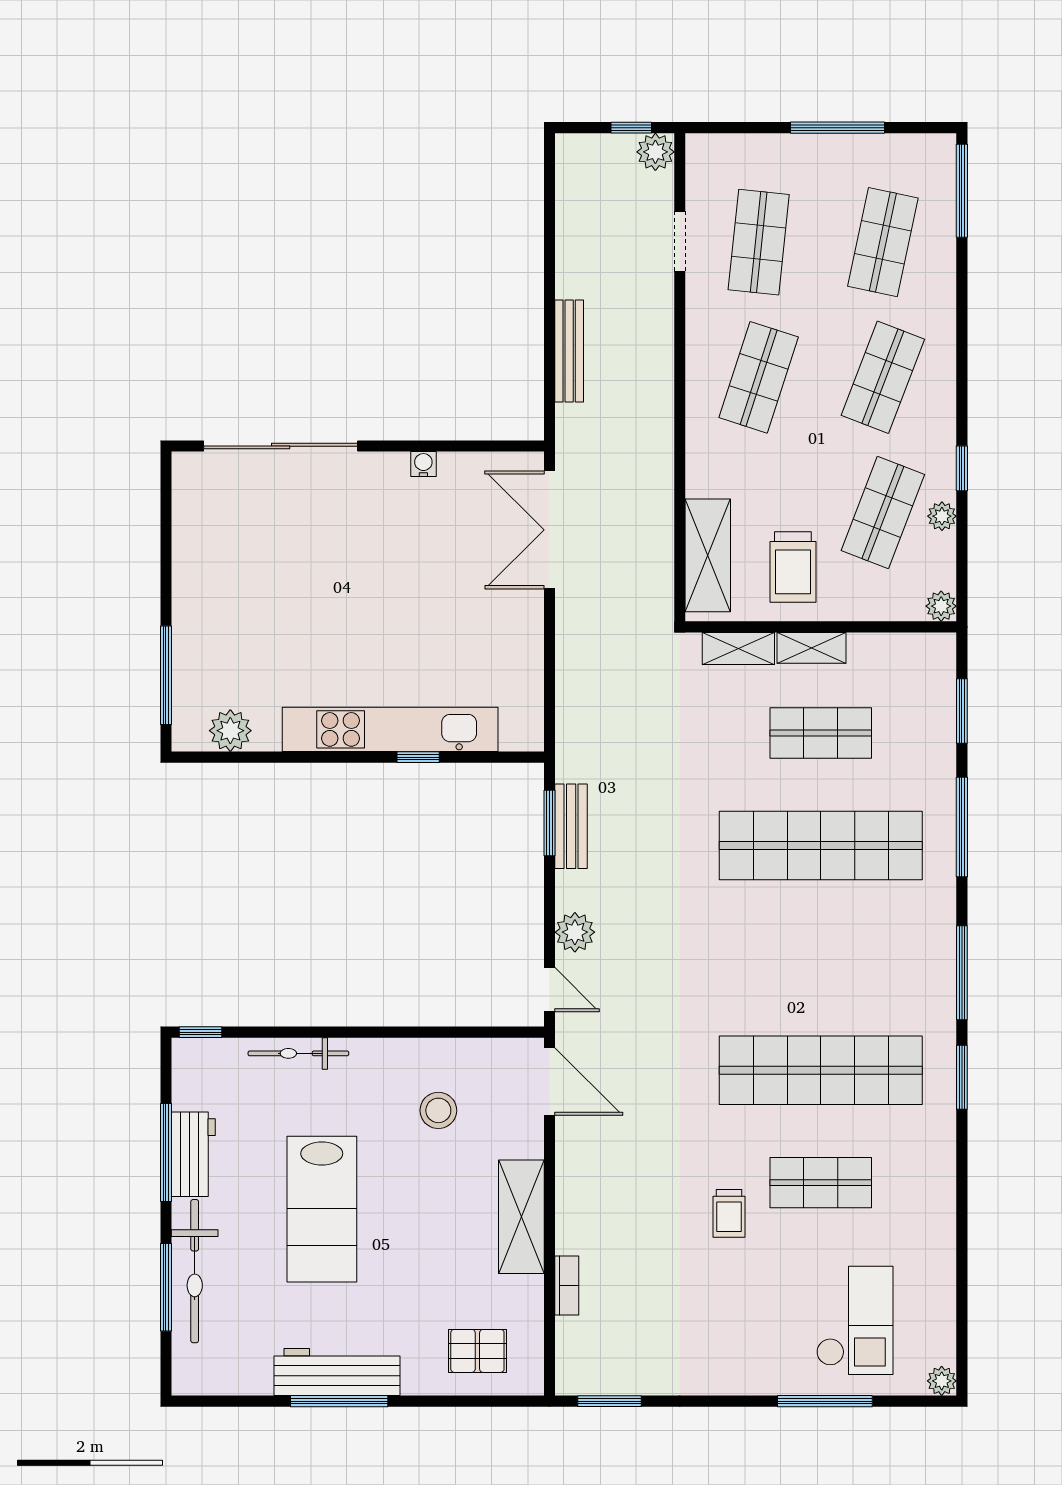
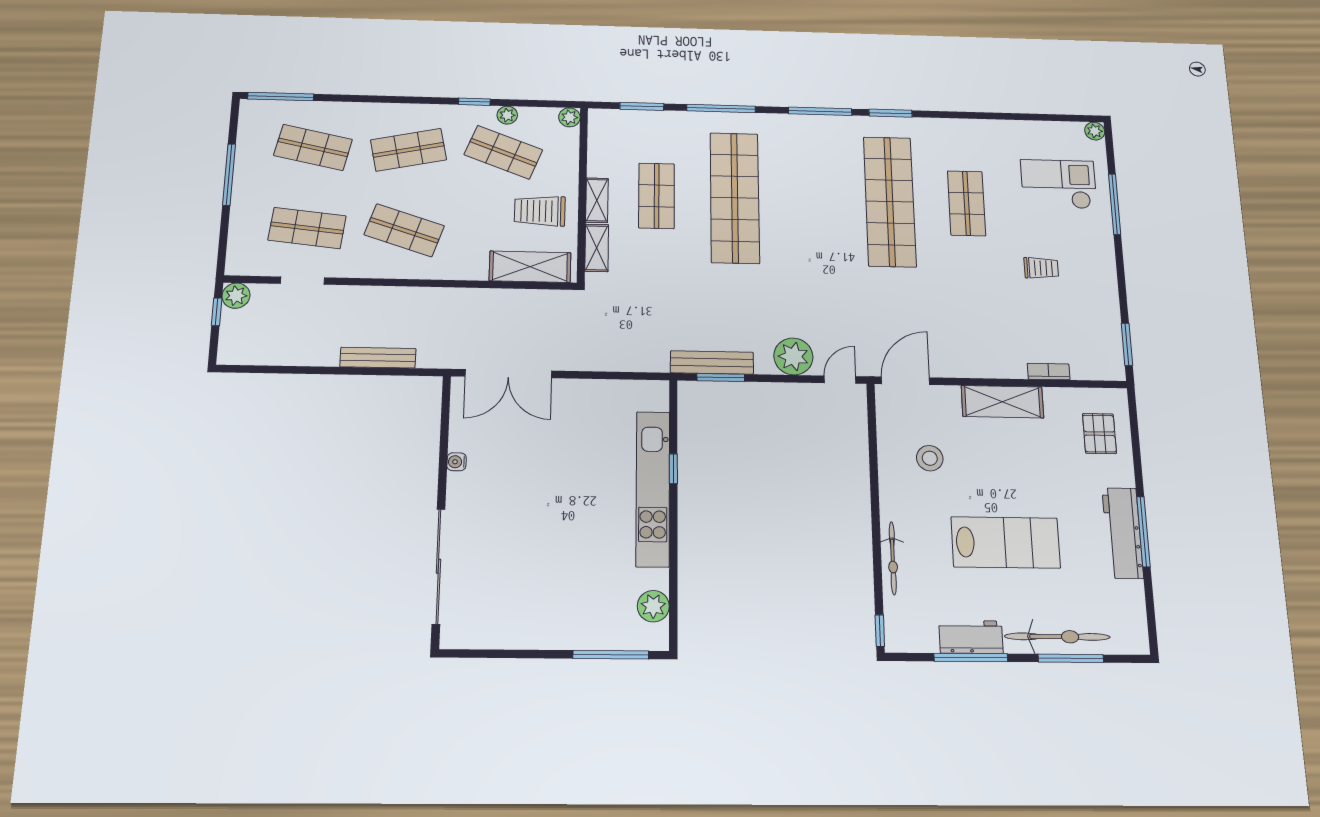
shop shelf: (883, 377) -> (408, 150), turned -33
trolley: (793, 567) -> (540, 211), turned 180
bench: (571, 826) -> (712, 362), width x1.36
plant: (575, 932) -> (793, 356), width x1.36, depth x1.36
trolley: (729, 1213) -> (1041, 268), moved

